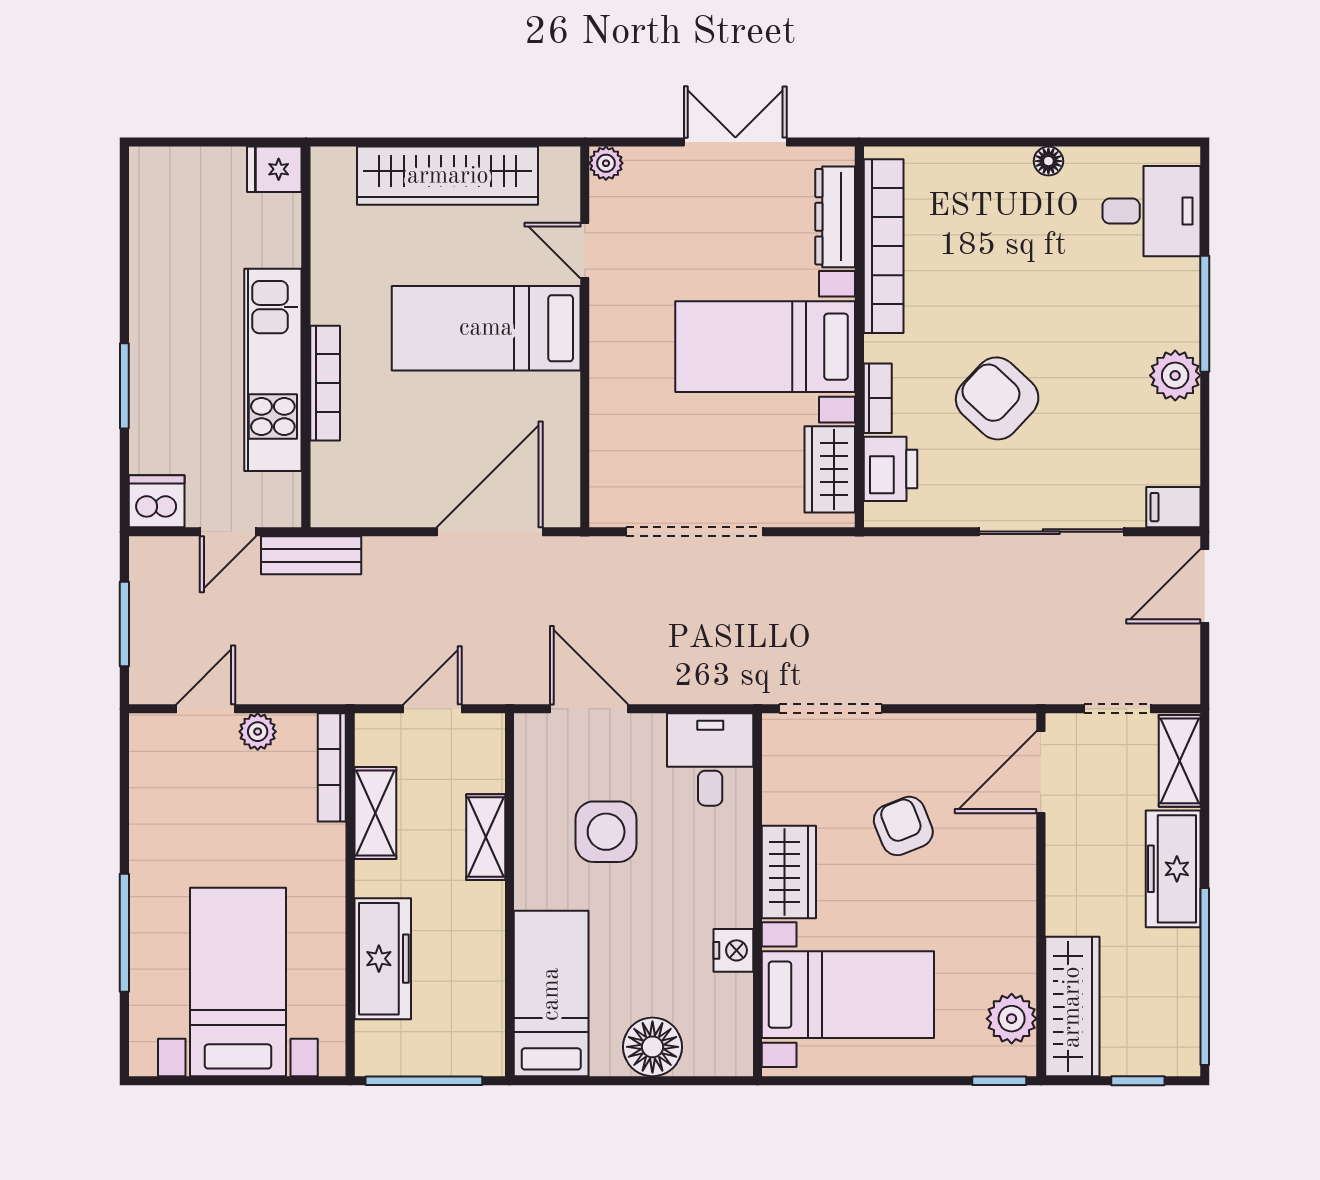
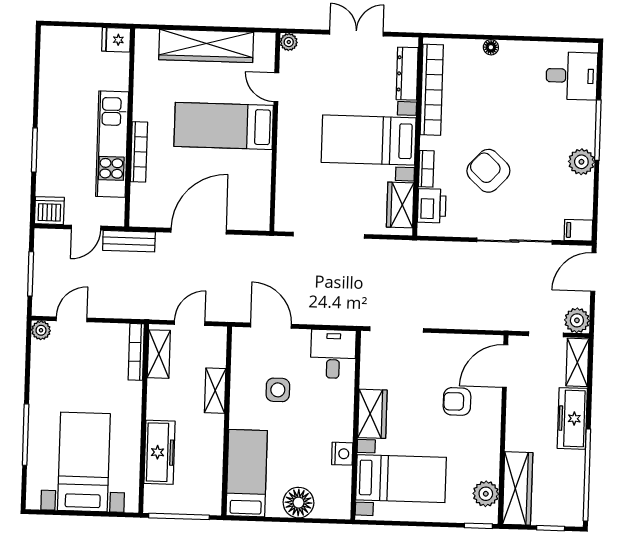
floor lamp: (1048, 161) -> (491, 47), moved
door: (490, 532) -> (199, 231), moved
plant: (1176, 680) -> (577, 320), added
plant: (258, 732) -> (41, 330), moved
shelving: (375, 813) -> (159, 354), moved
armchair: (903, 826) -> (457, 401), moved, turned -68
side table: (606, 832) -> (278, 390), width x0.73, depth x0.73

